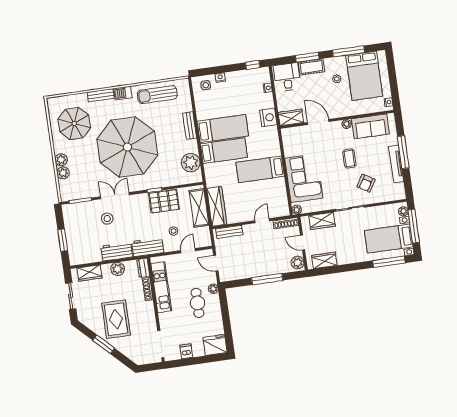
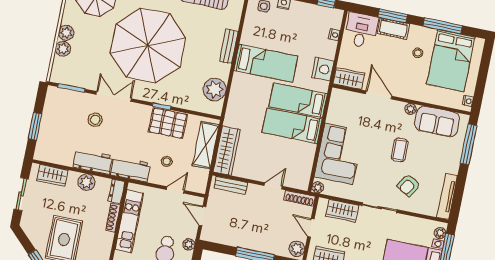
bed: (224, 151) -> (298, 100), moved, turned 180
window: (403, 152) -> (468, 144), moved
tv unit: (396, 164) -> (447, 196), moved

